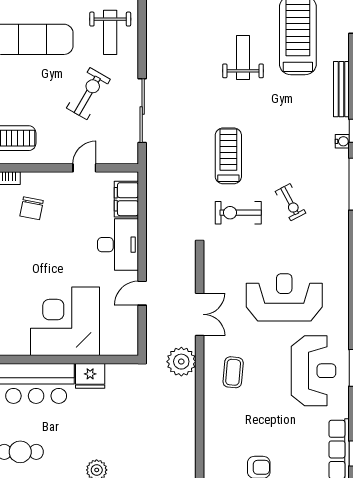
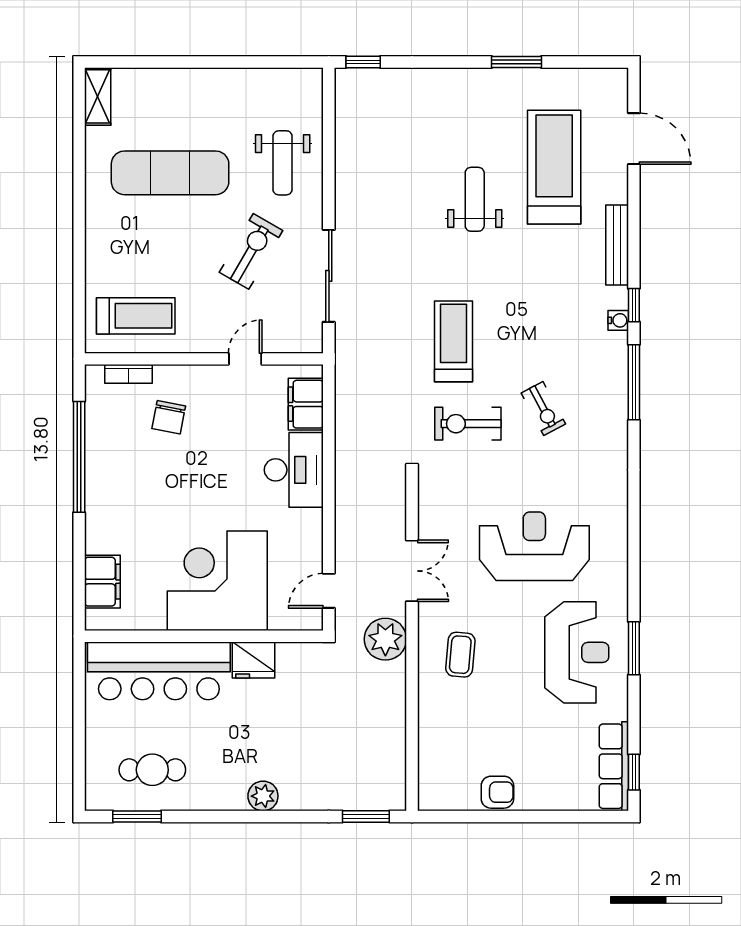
door: (142, 293) -> (329, 591), moved

